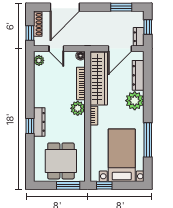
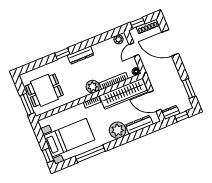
dresser: (39, 122) -> (81, 55), moved
window: (104, 185) -> (48, 155), moved

